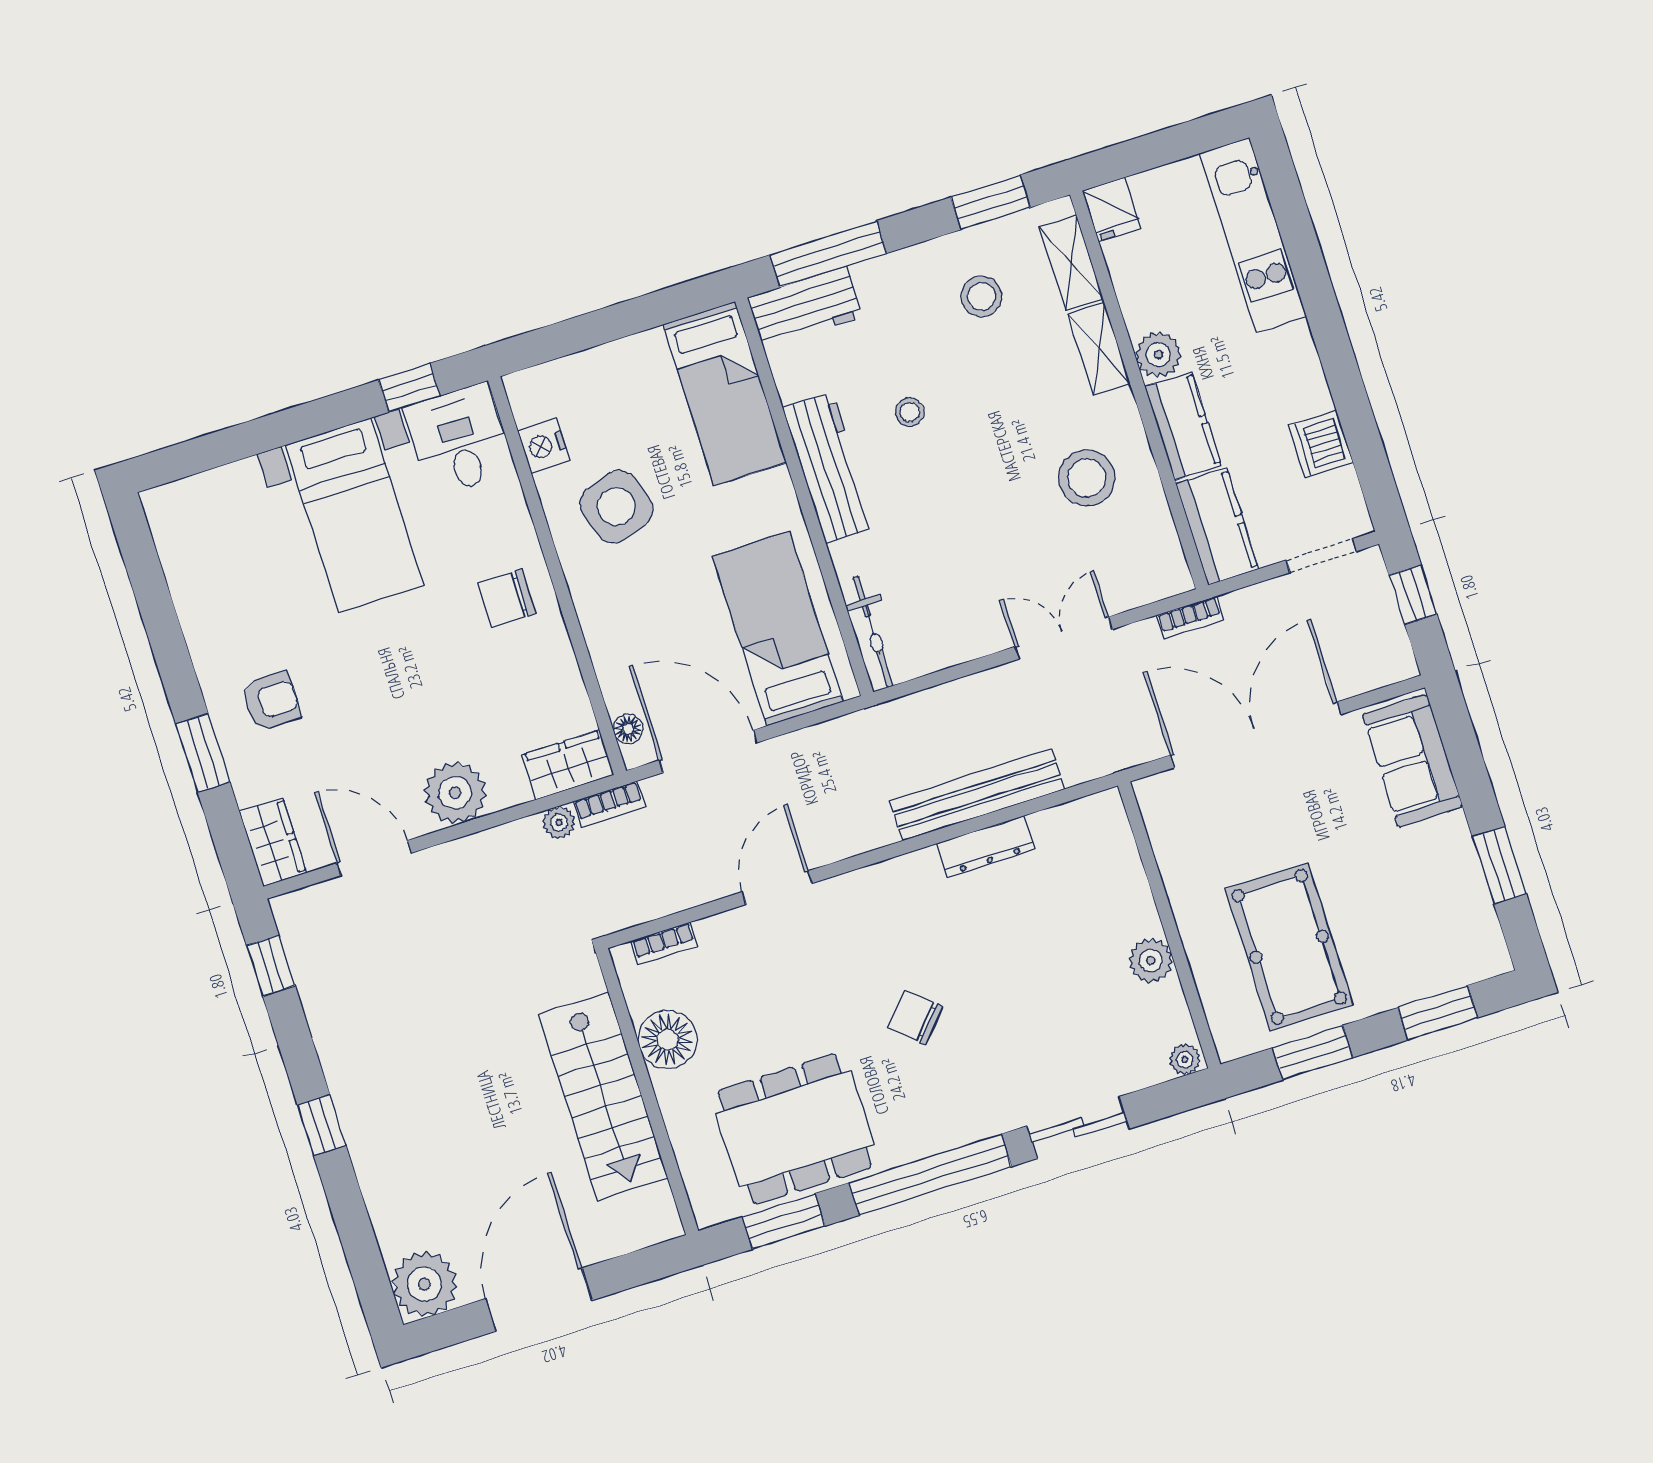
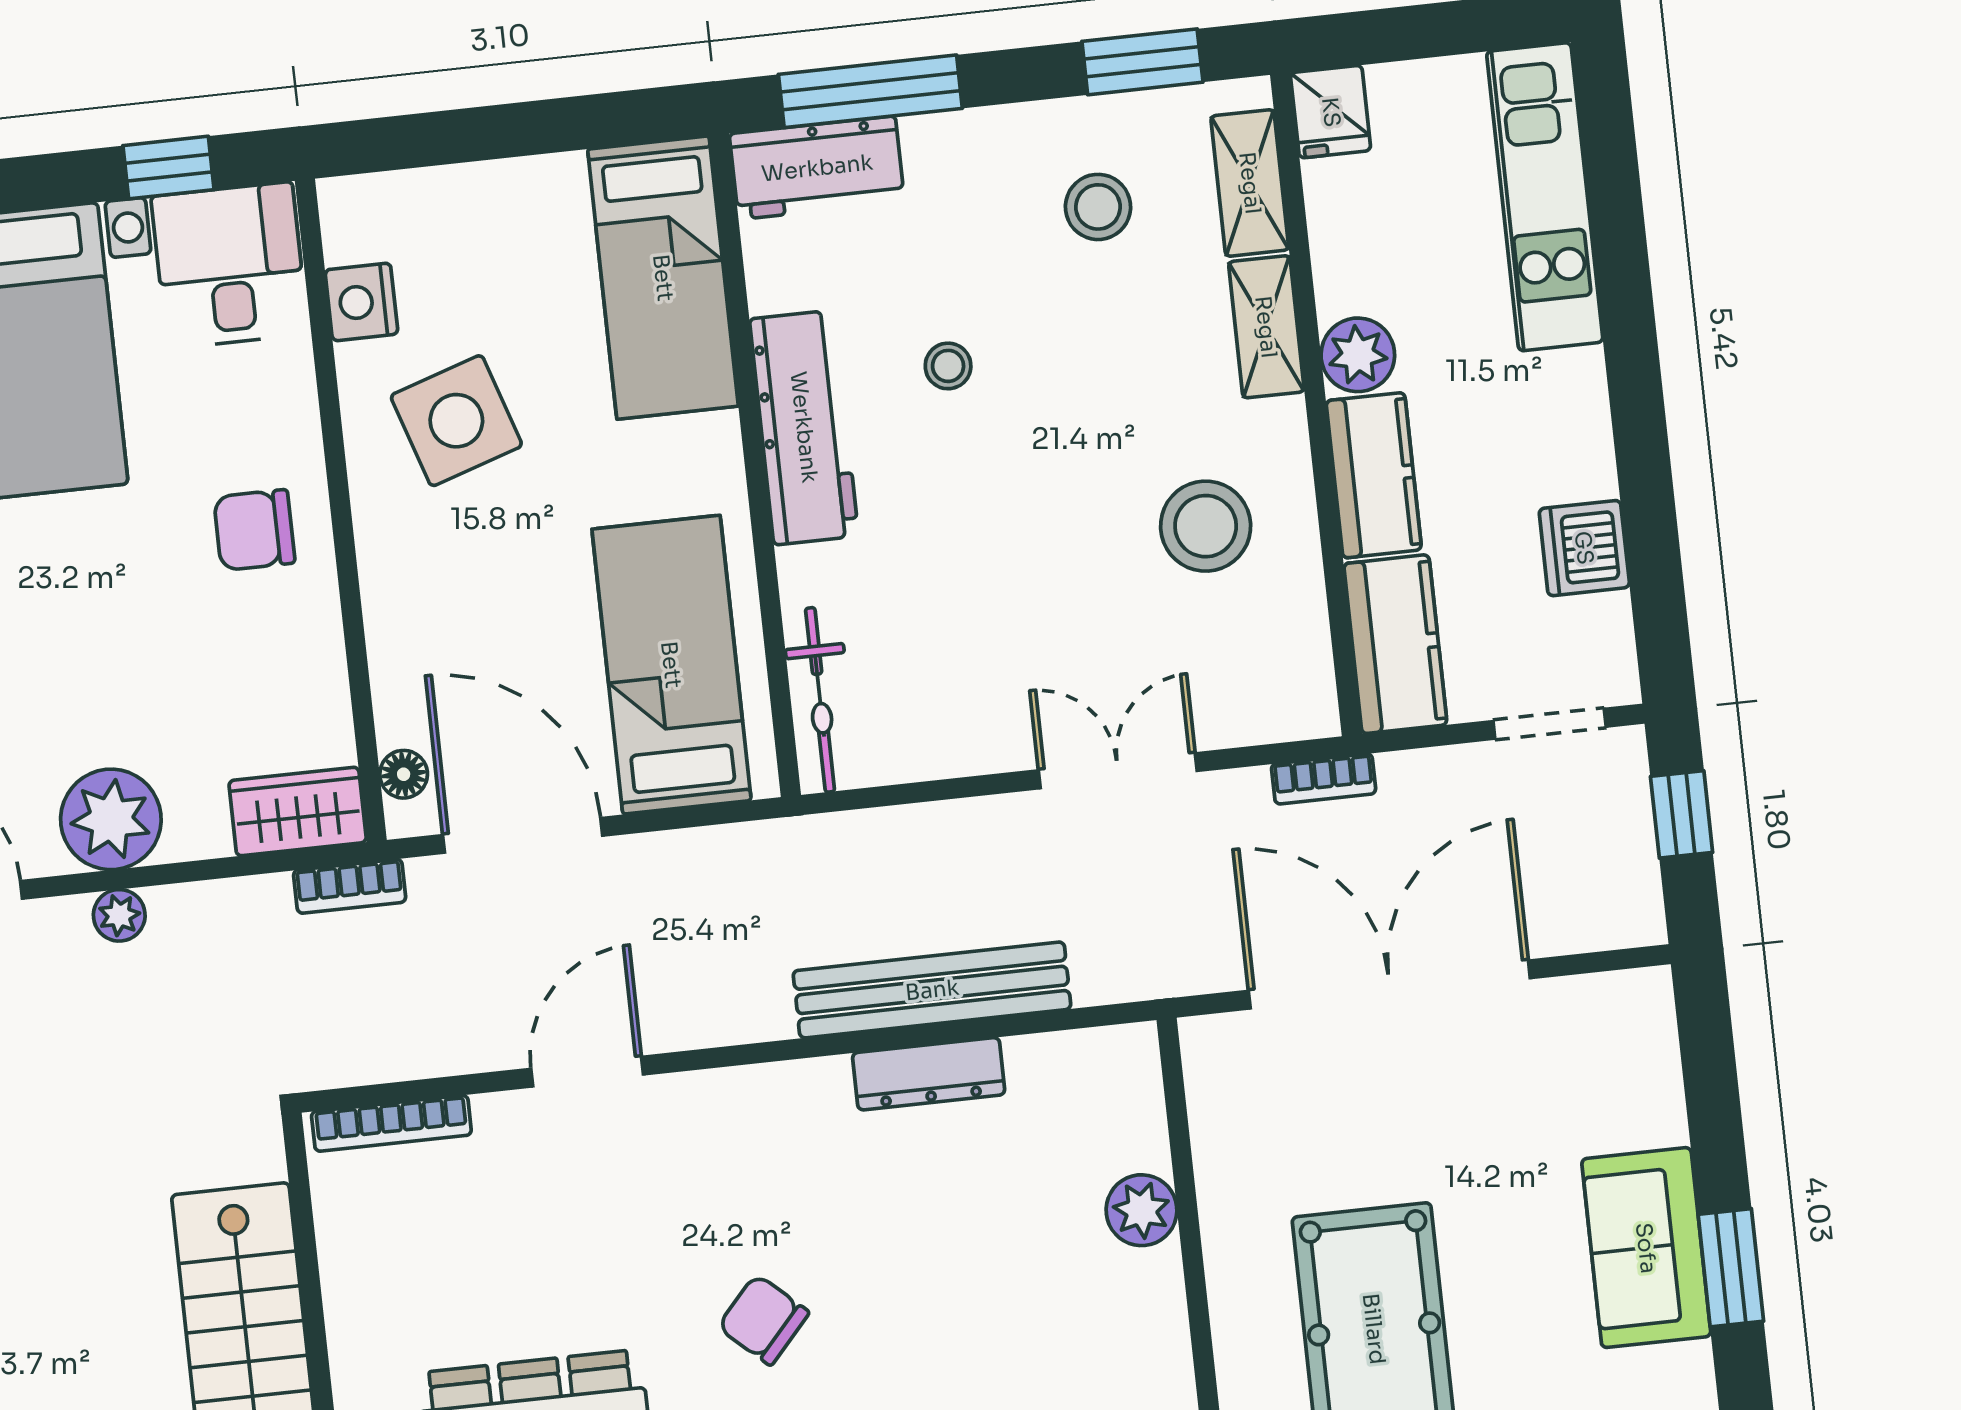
sofa: (1412, 761) -> (1646, 1248), moved
plant: (559, 823) -> (119, 915), moved
bookcase: (664, 943) -> (391, 1123), width x1.56
plant: (1151, 961) -> (1142, 1210), moved
floor lamp: (668, 1040) -> (366, 1276), removed

